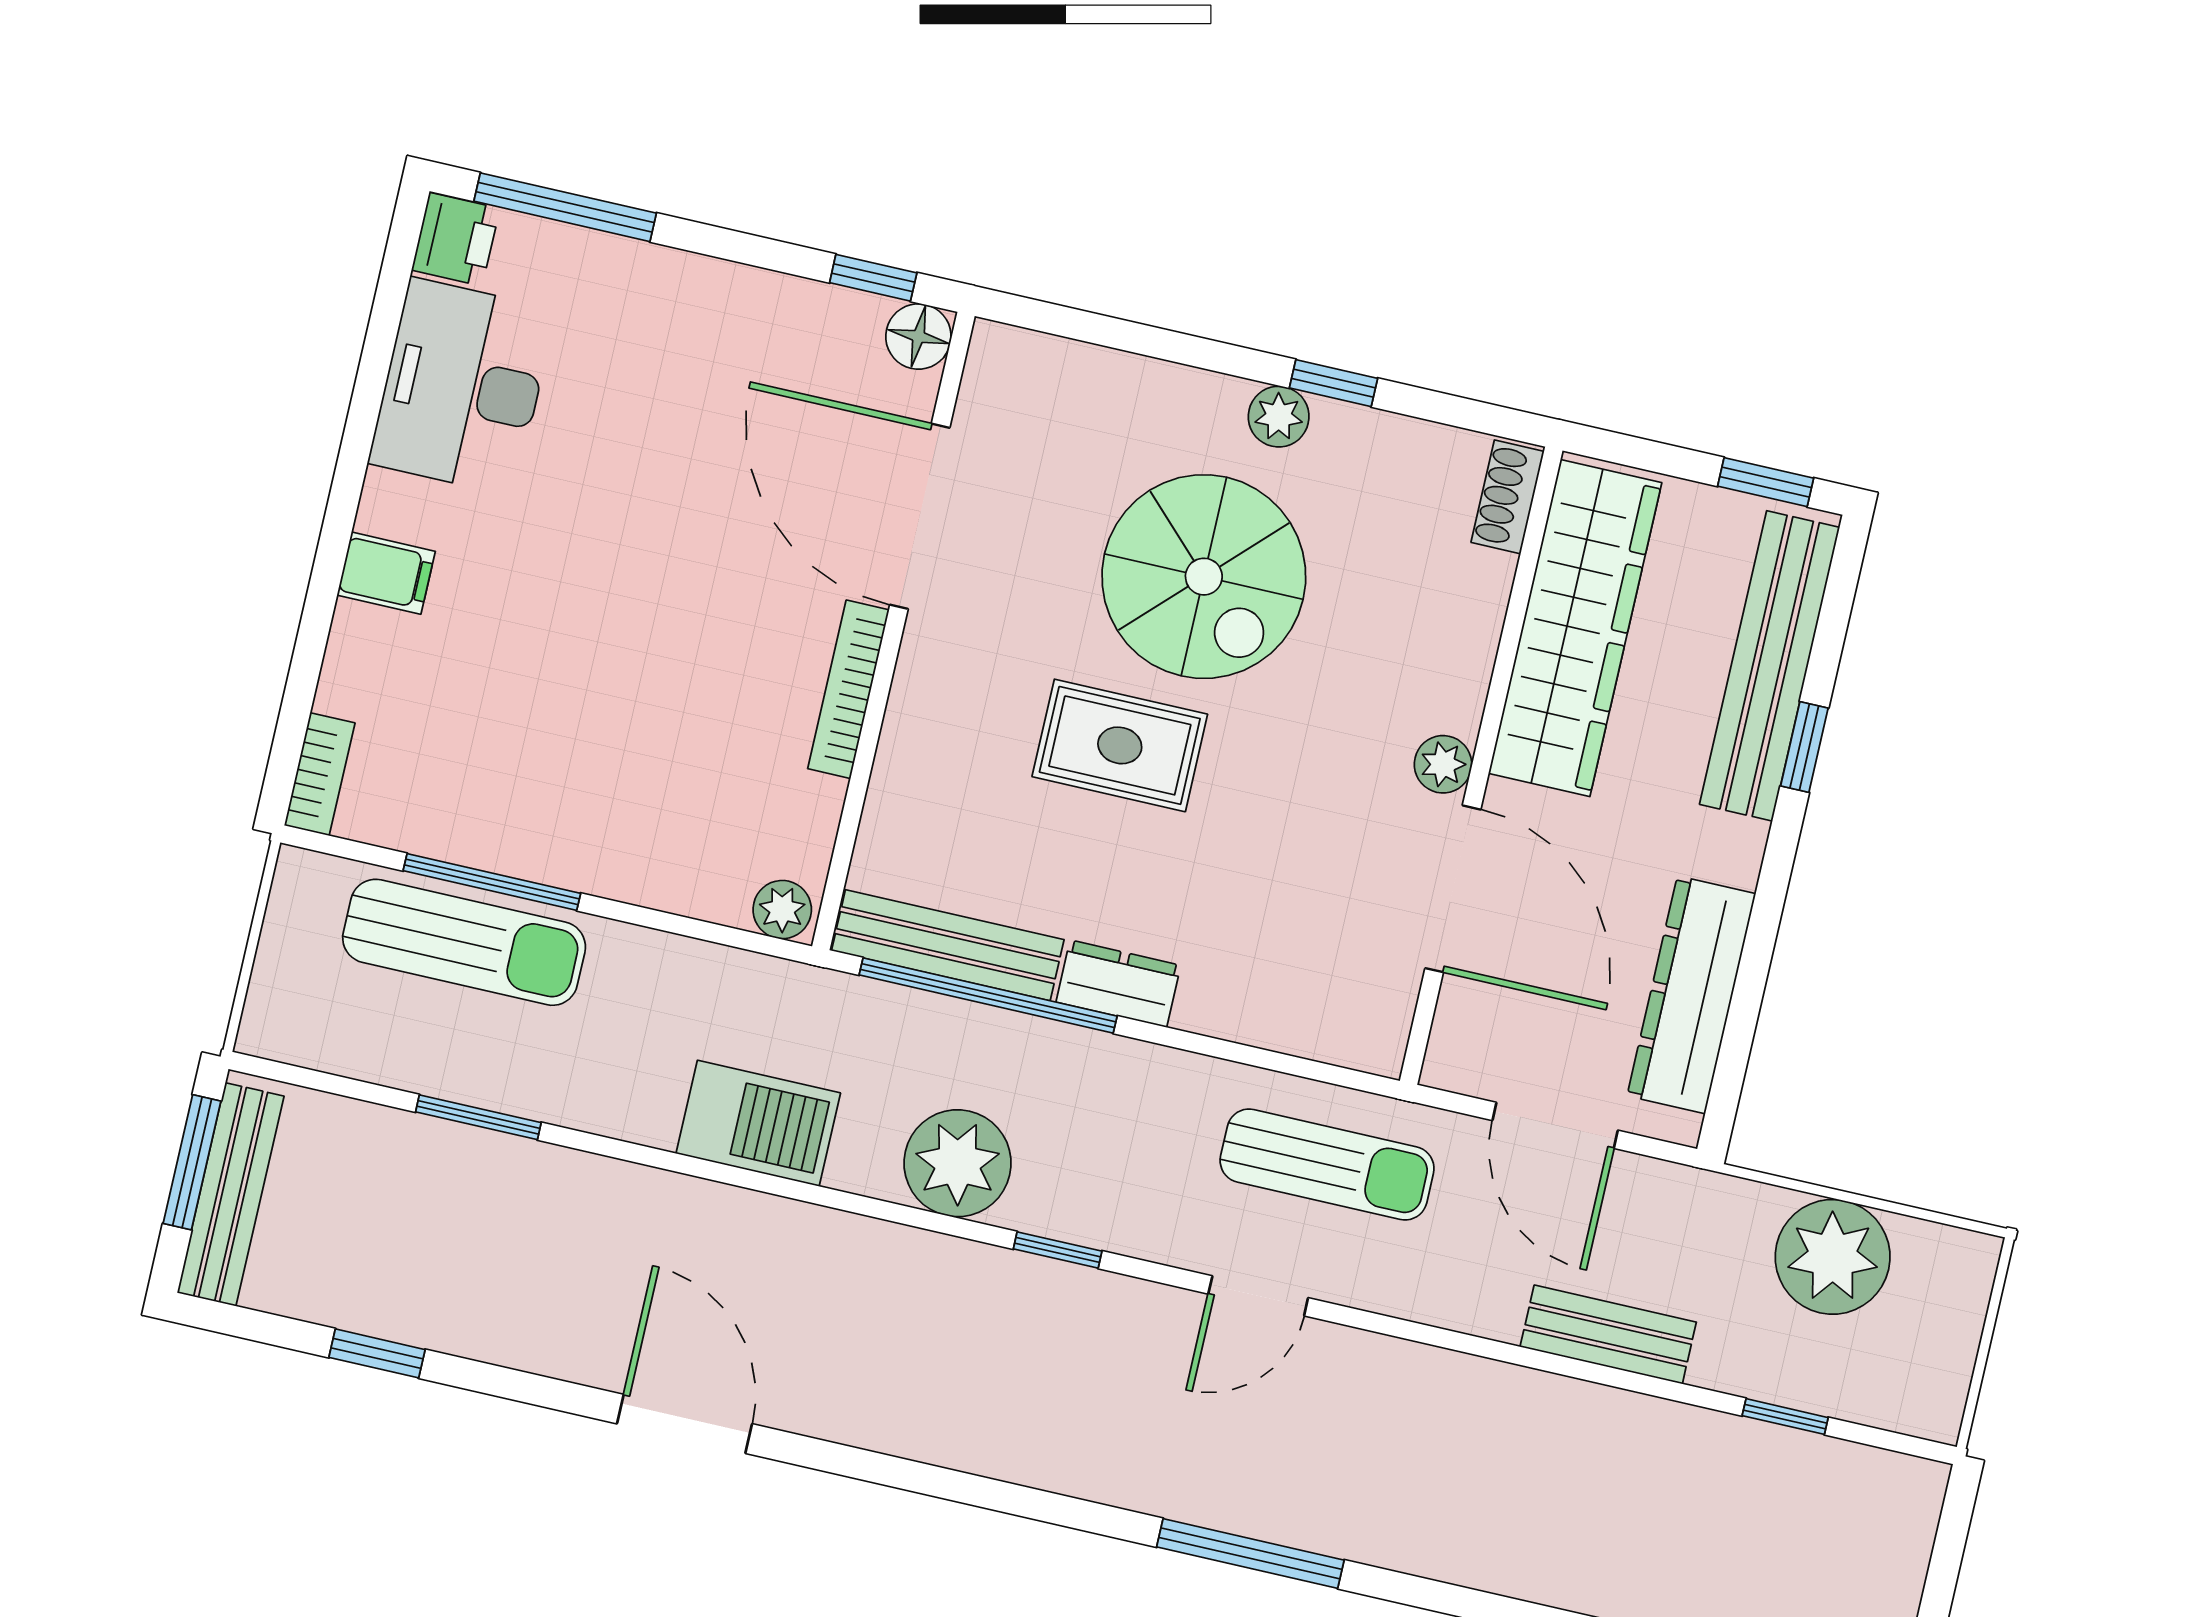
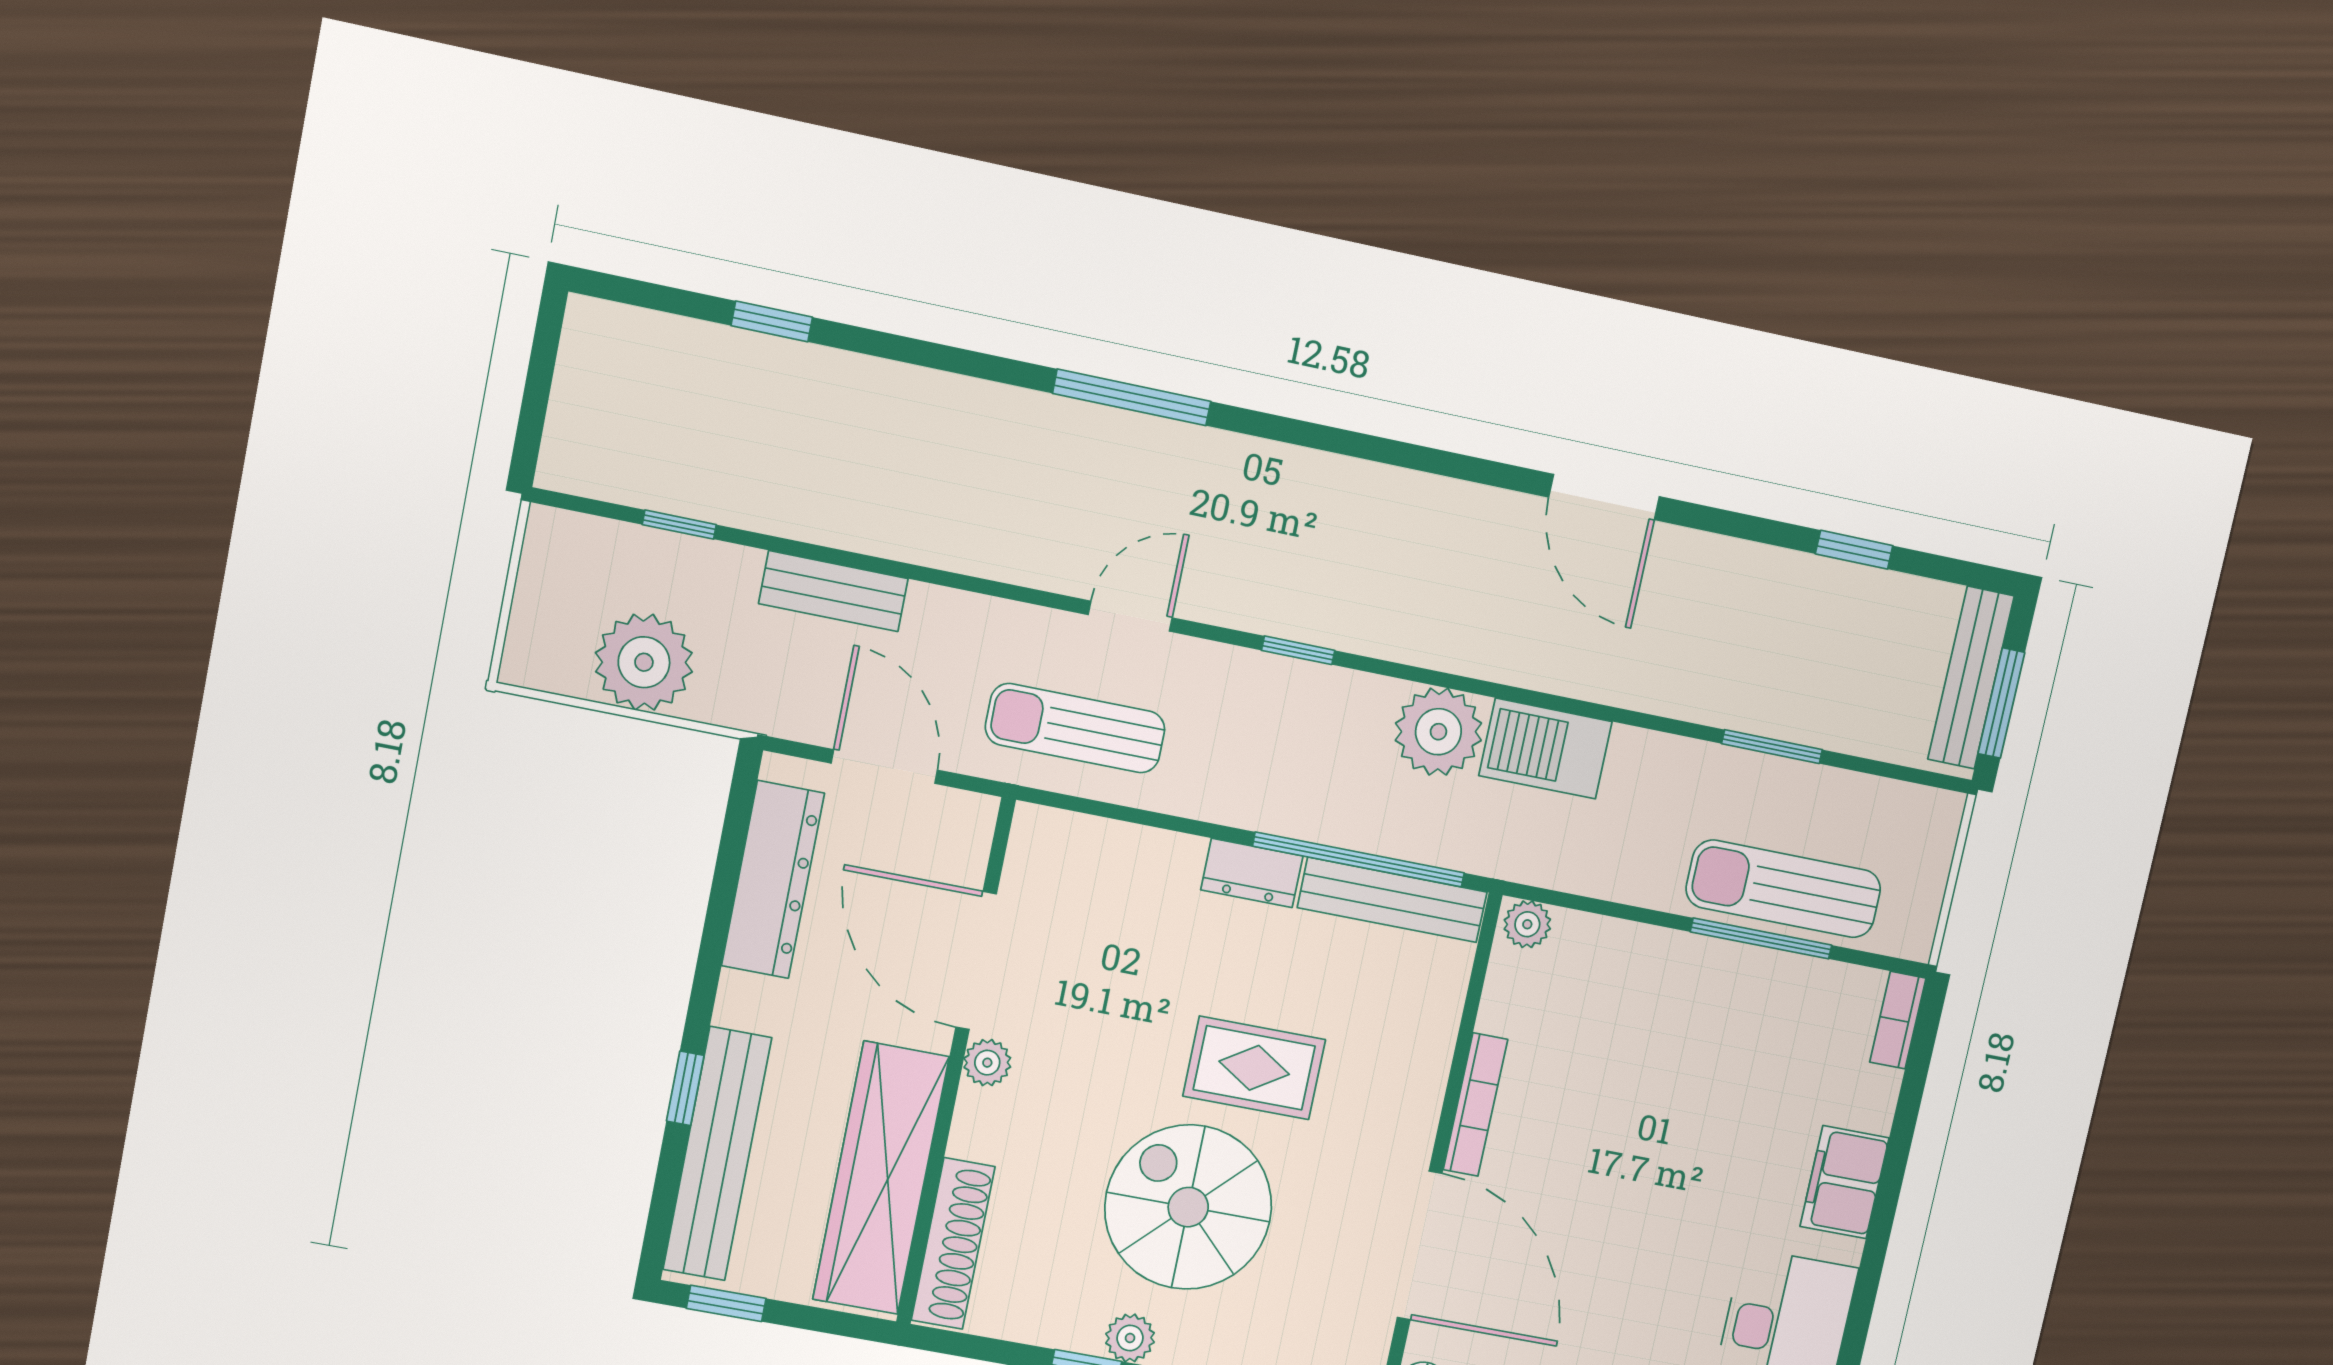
shoe rack: (1508, 497) -> (953, 1244), width x1.94, depth x1.24
filing cabinet: (386, 573) -> (1845, 1182), width x2.00
plant: (958, 1163) -> (1438, 732), moved

